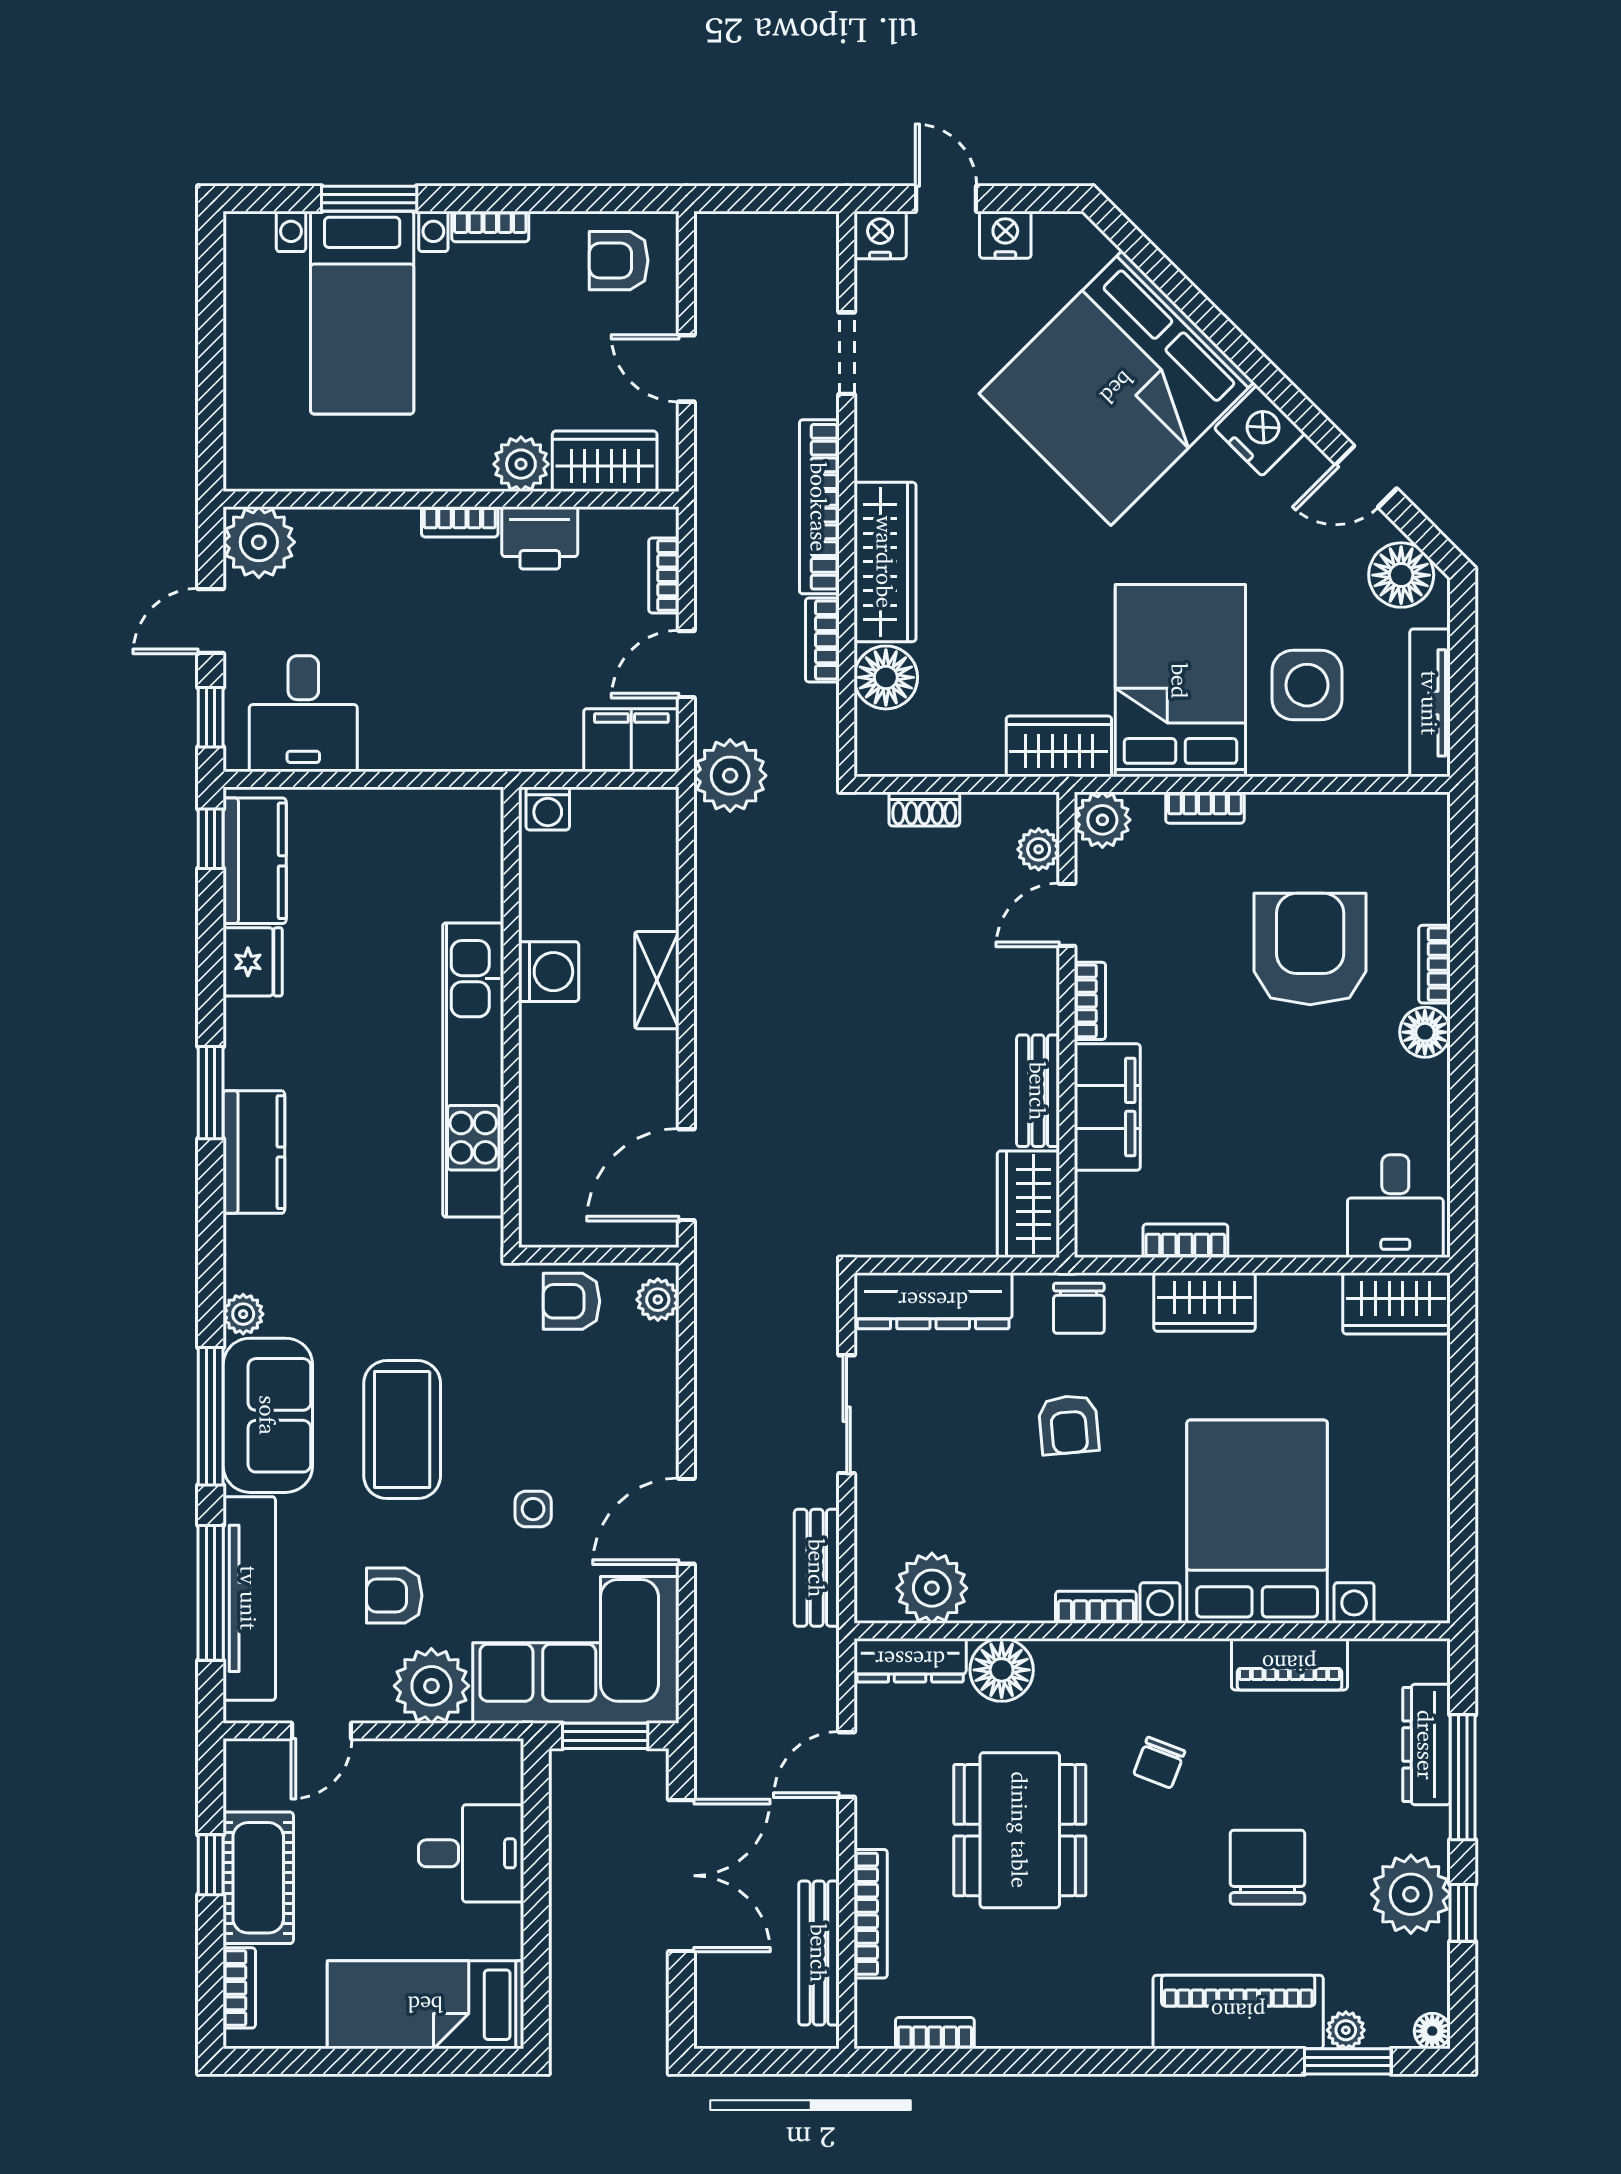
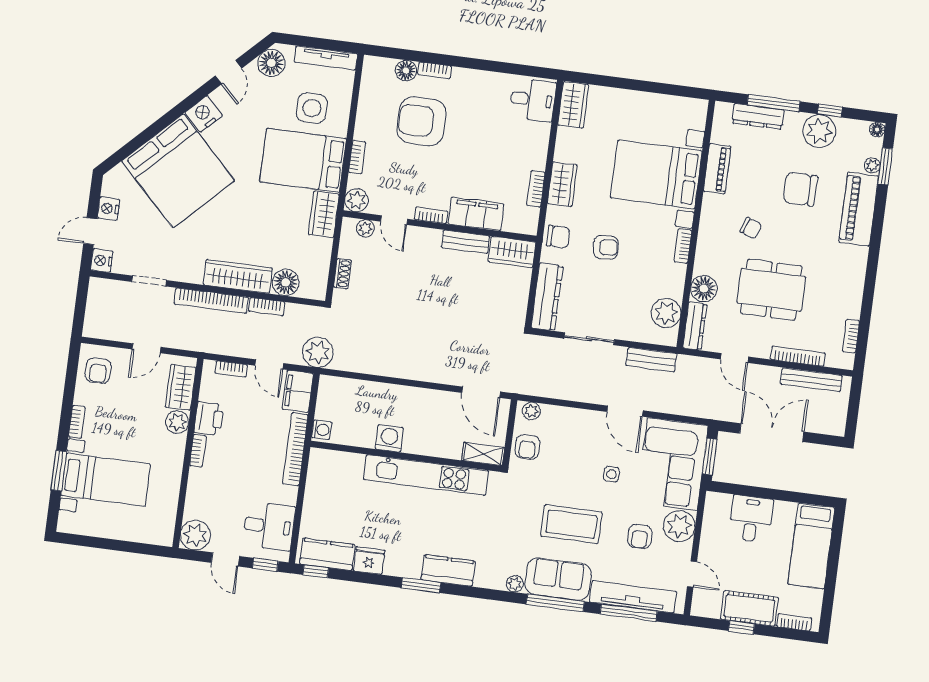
bookcase: (493, 752) -> (295, 449), added
shelving: (657, 980) -> (483, 454), moved
floor lamp: (1425, 1032) -> (406, 71), moved

